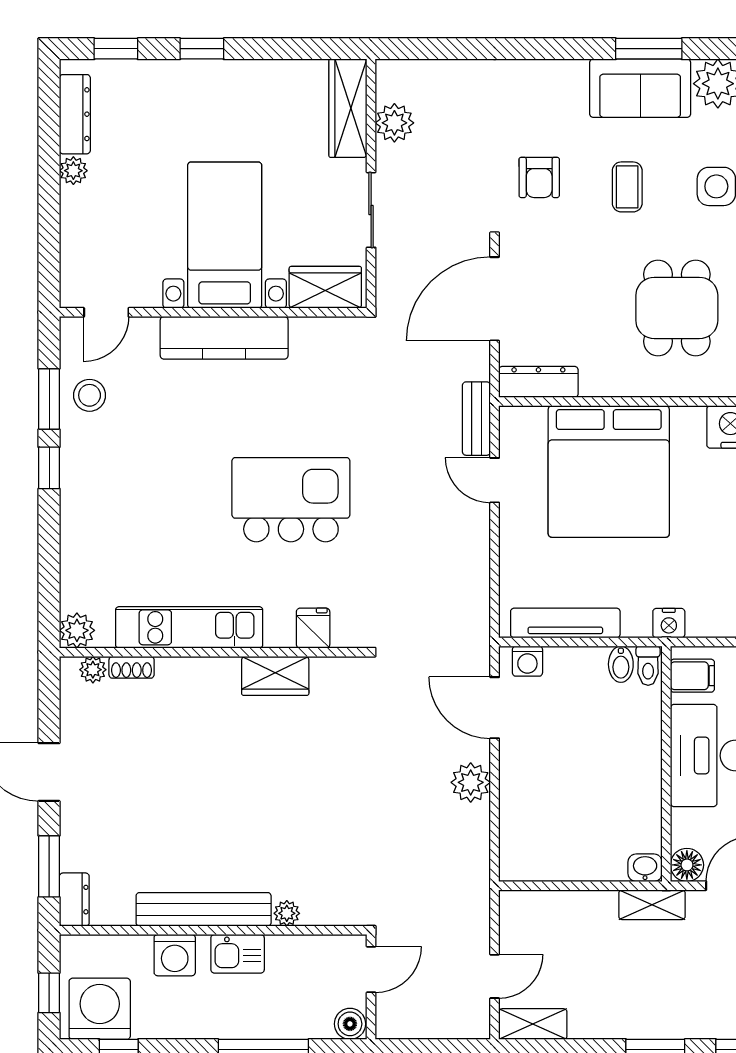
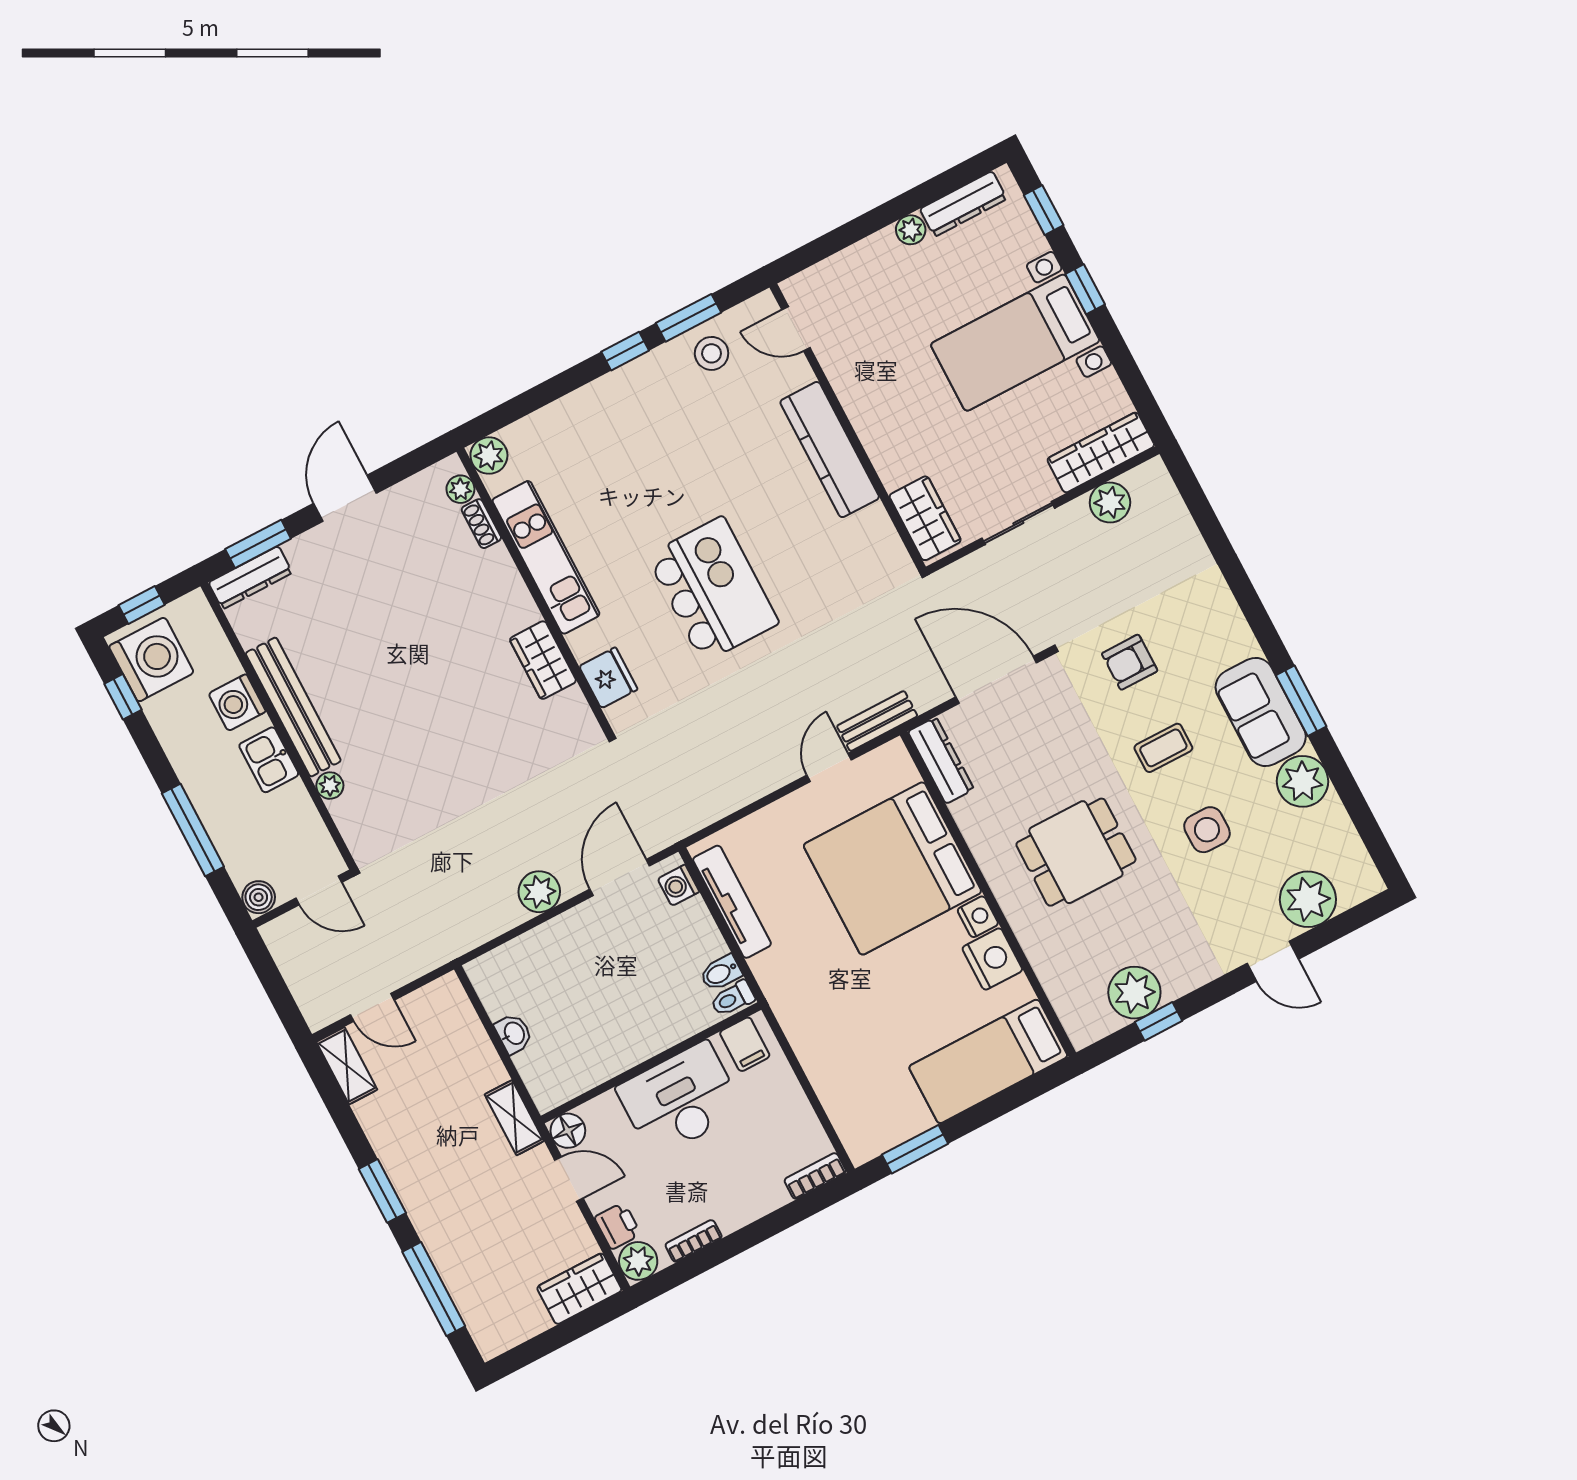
bed with nightstands: (225, 235) -> (1015, 343), moved, turned 180
nightstand: (669, 623) -> (978, 917), moved, turned 180
fridge: (313, 628) -> (608, 678), width x1.38
washbasin: (645, 868) -> (514, 1034), moved
dresser: (74, 900) -> (250, 578), width x1.44

